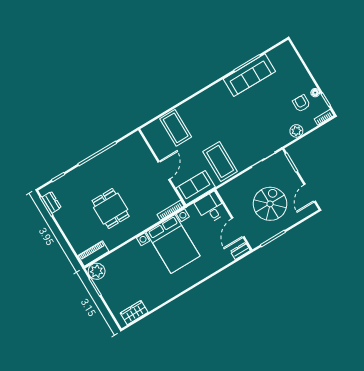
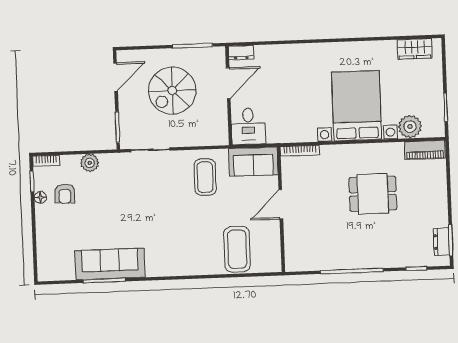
coffee table: (220, 161) -> (205, 177), width x0.73, depth x0.76
dining table: (111, 209) -> (373, 194), turned 90
bed with nightstands: (173, 244) -> (356, 106), moved
plant: (97, 271) -> (410, 127), moved

